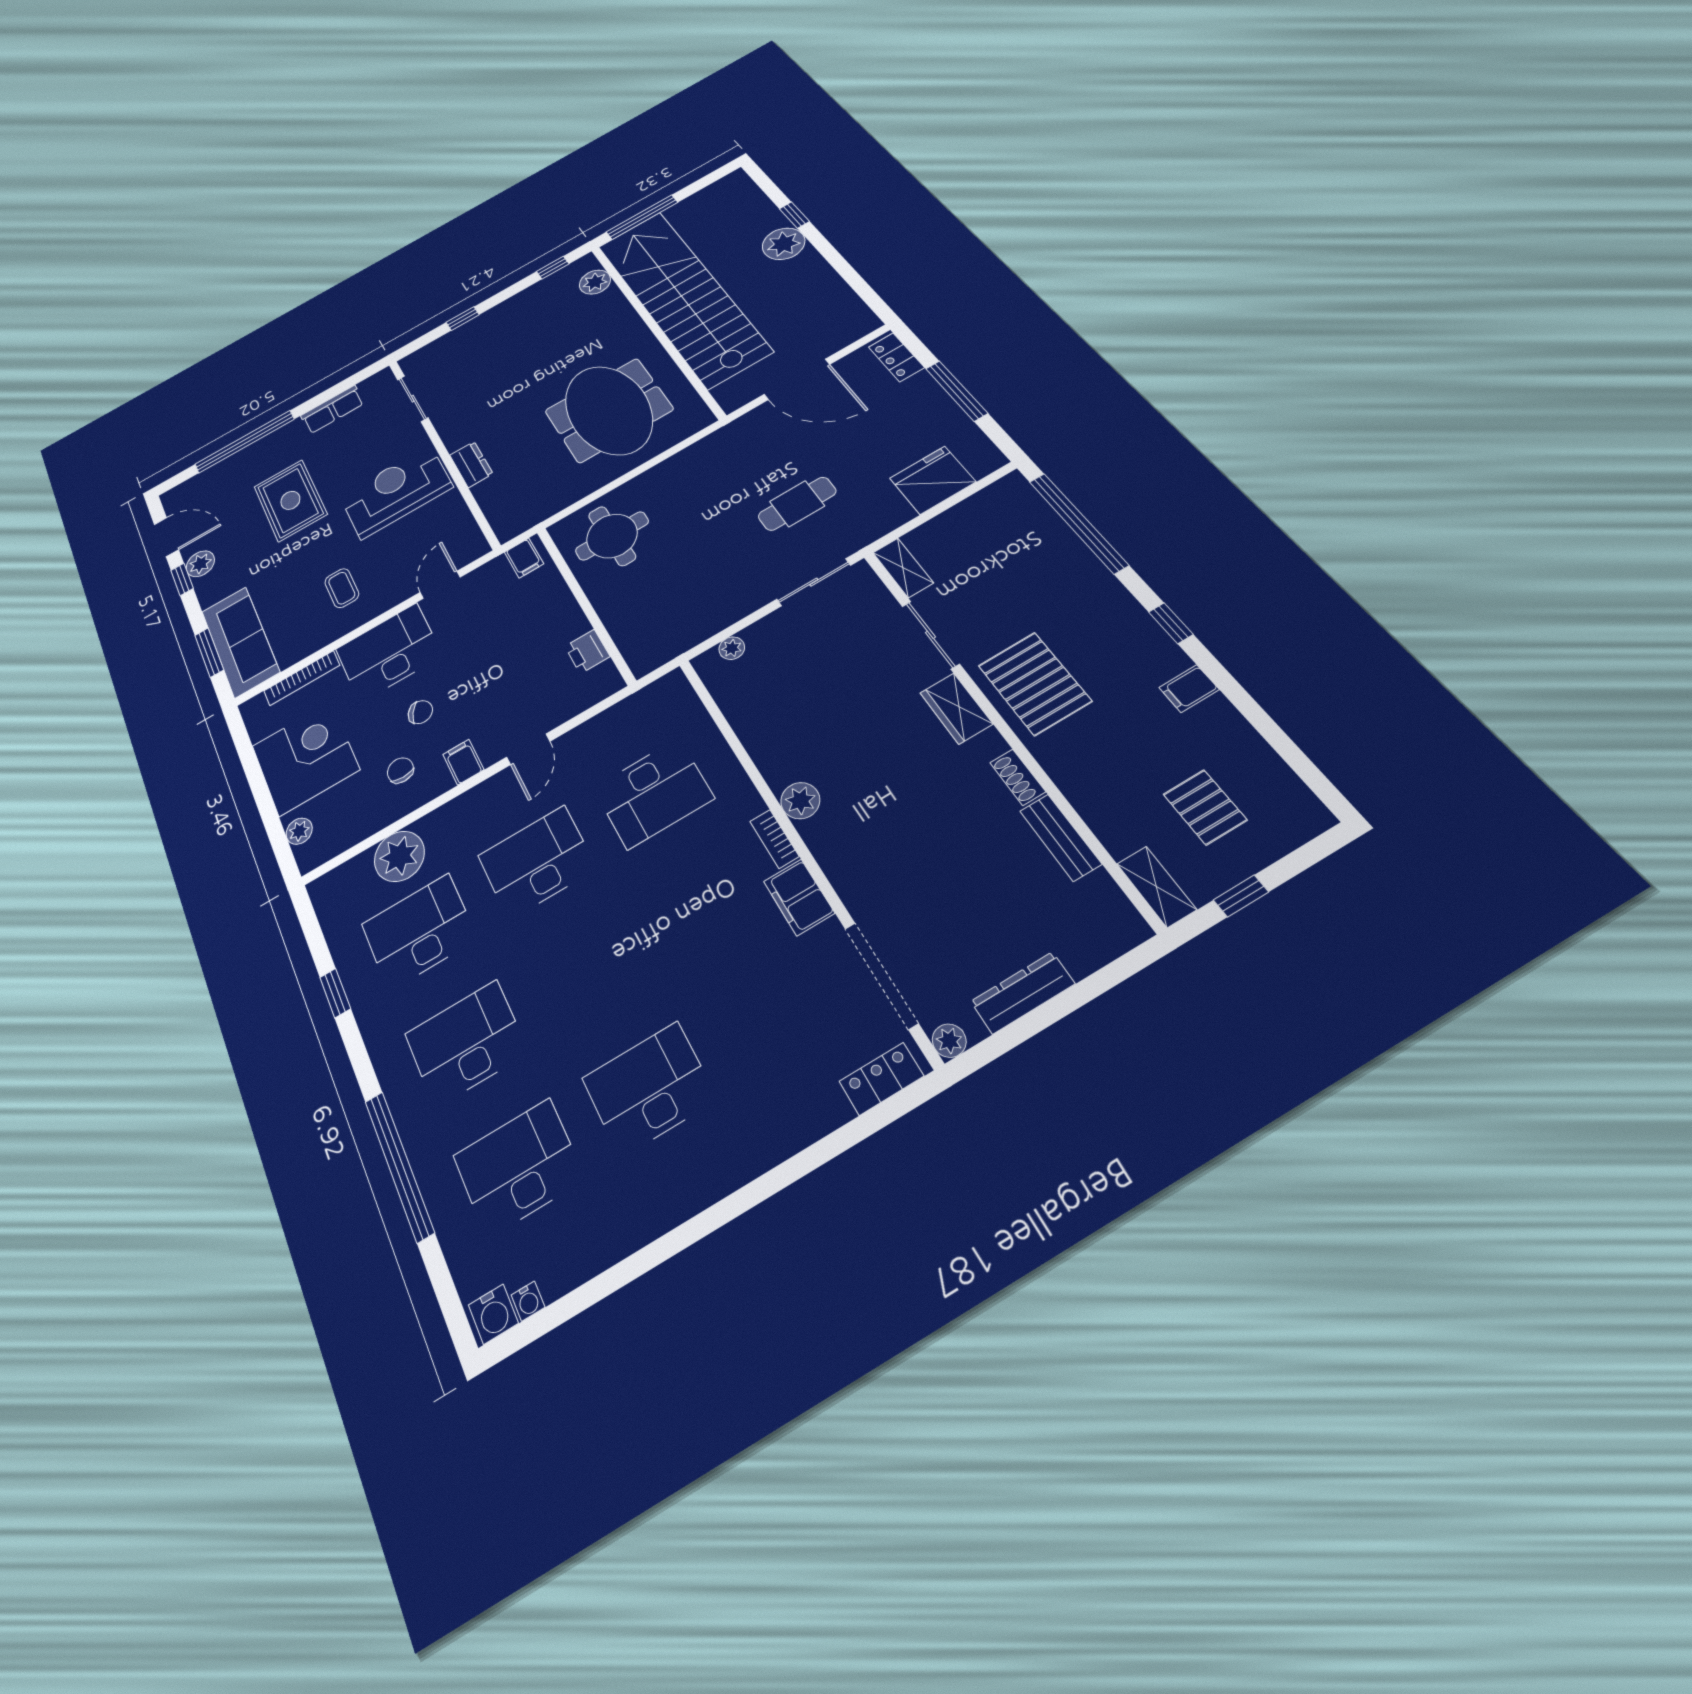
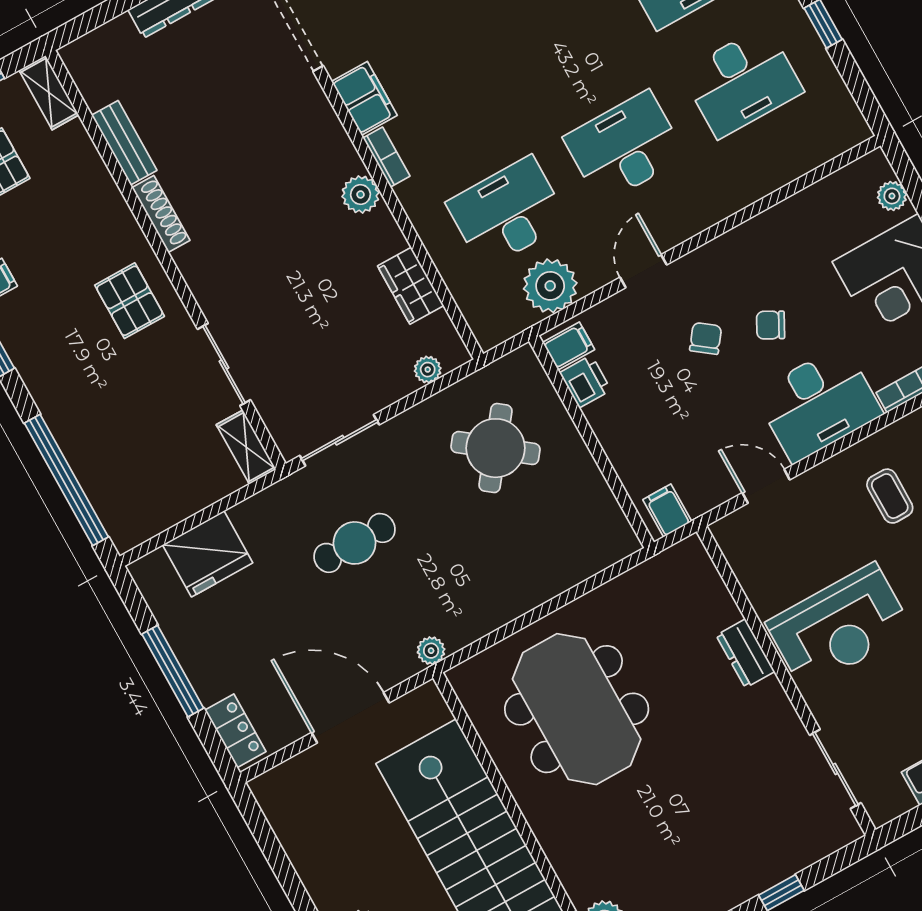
plant: (728, 434) -> (431, 651), added
round table: (612, 536) -> (496, 448), moved, turned 38
door: (440, 585) -> (766, 486), swing flipped
pallet: (1034, 683) -> (130, 301), width x0.67, depth x0.71
wardrobe: (956, 708) -> (411, 286), moved, turned 180
filing cabinet: (463, 762) -> (569, 346), moved, turned -90
chair: (400, 770) -> (706, 338), moved, turned -143
shoe rack: (1018, 777) -> (161, 214), width x1.43
plant: (399, 856) -> (550, 286), moved
desk: (537, 862) -> (625, 147), turned 180

